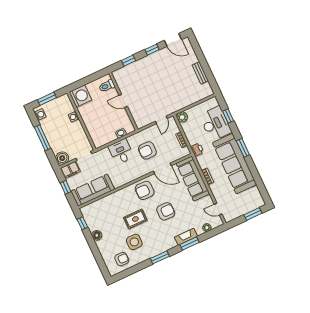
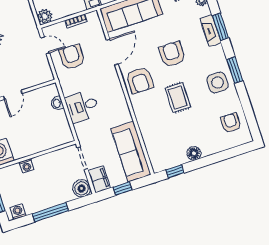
armchair: (147, 150) -> (72, 57), moved, turned 180
side table: (134, 242) -> (217, 83), moved

